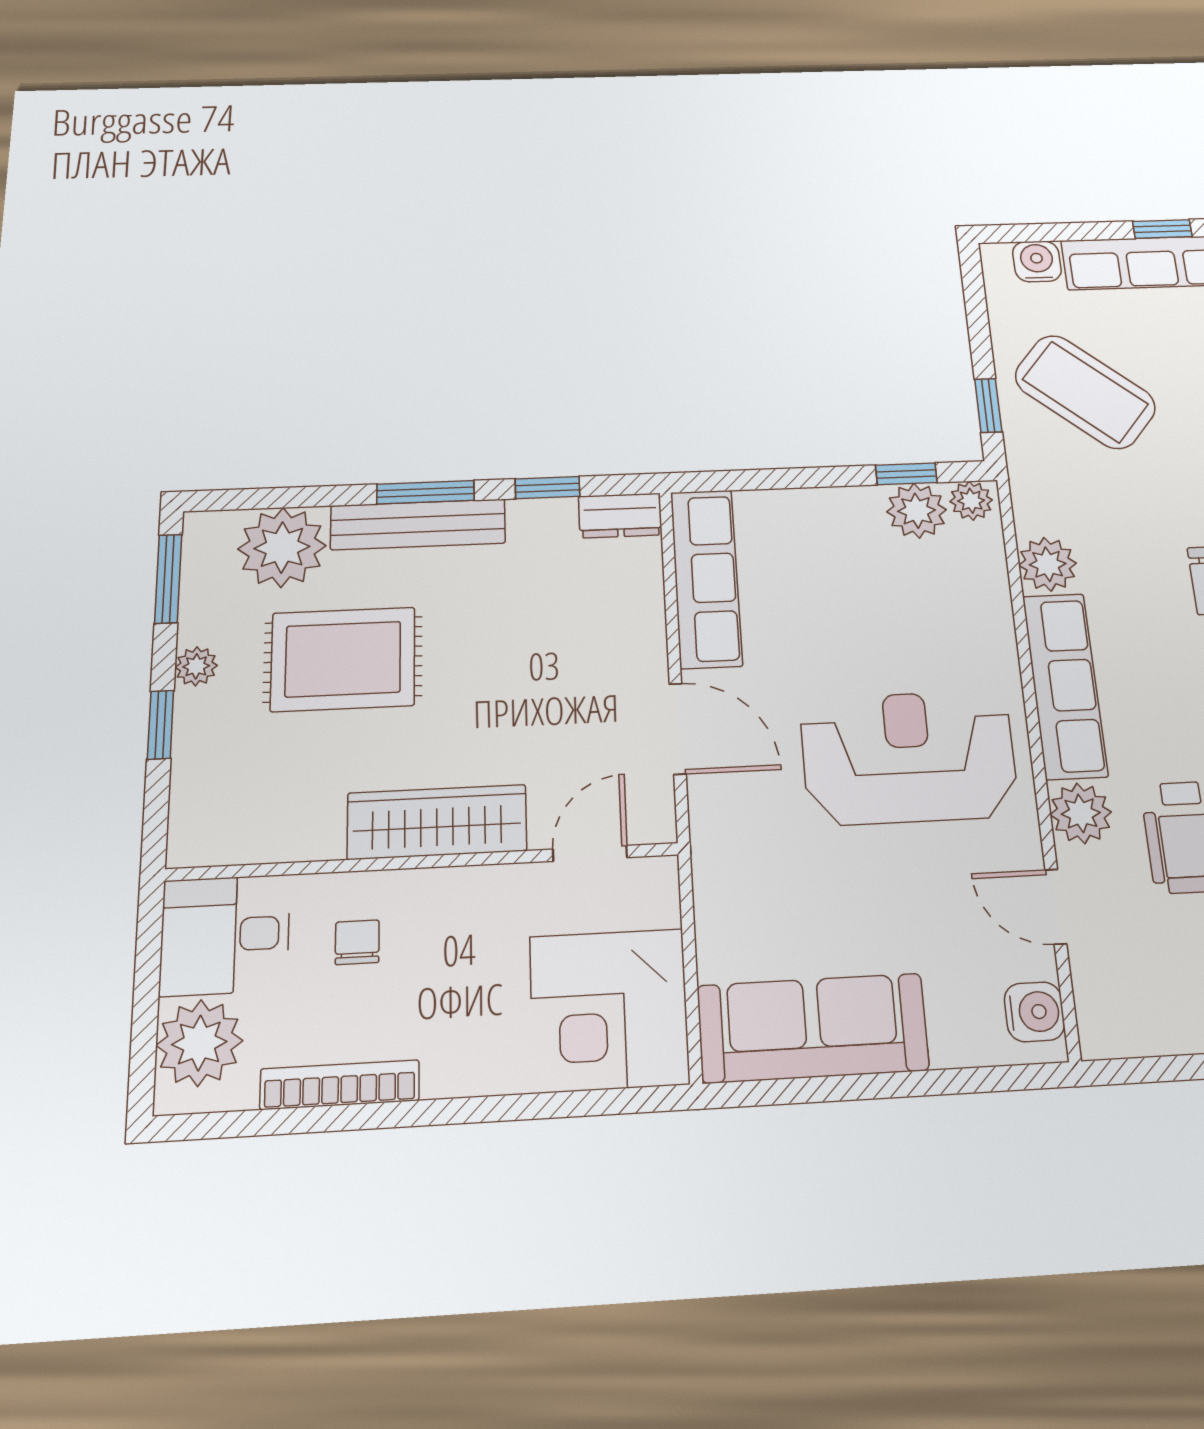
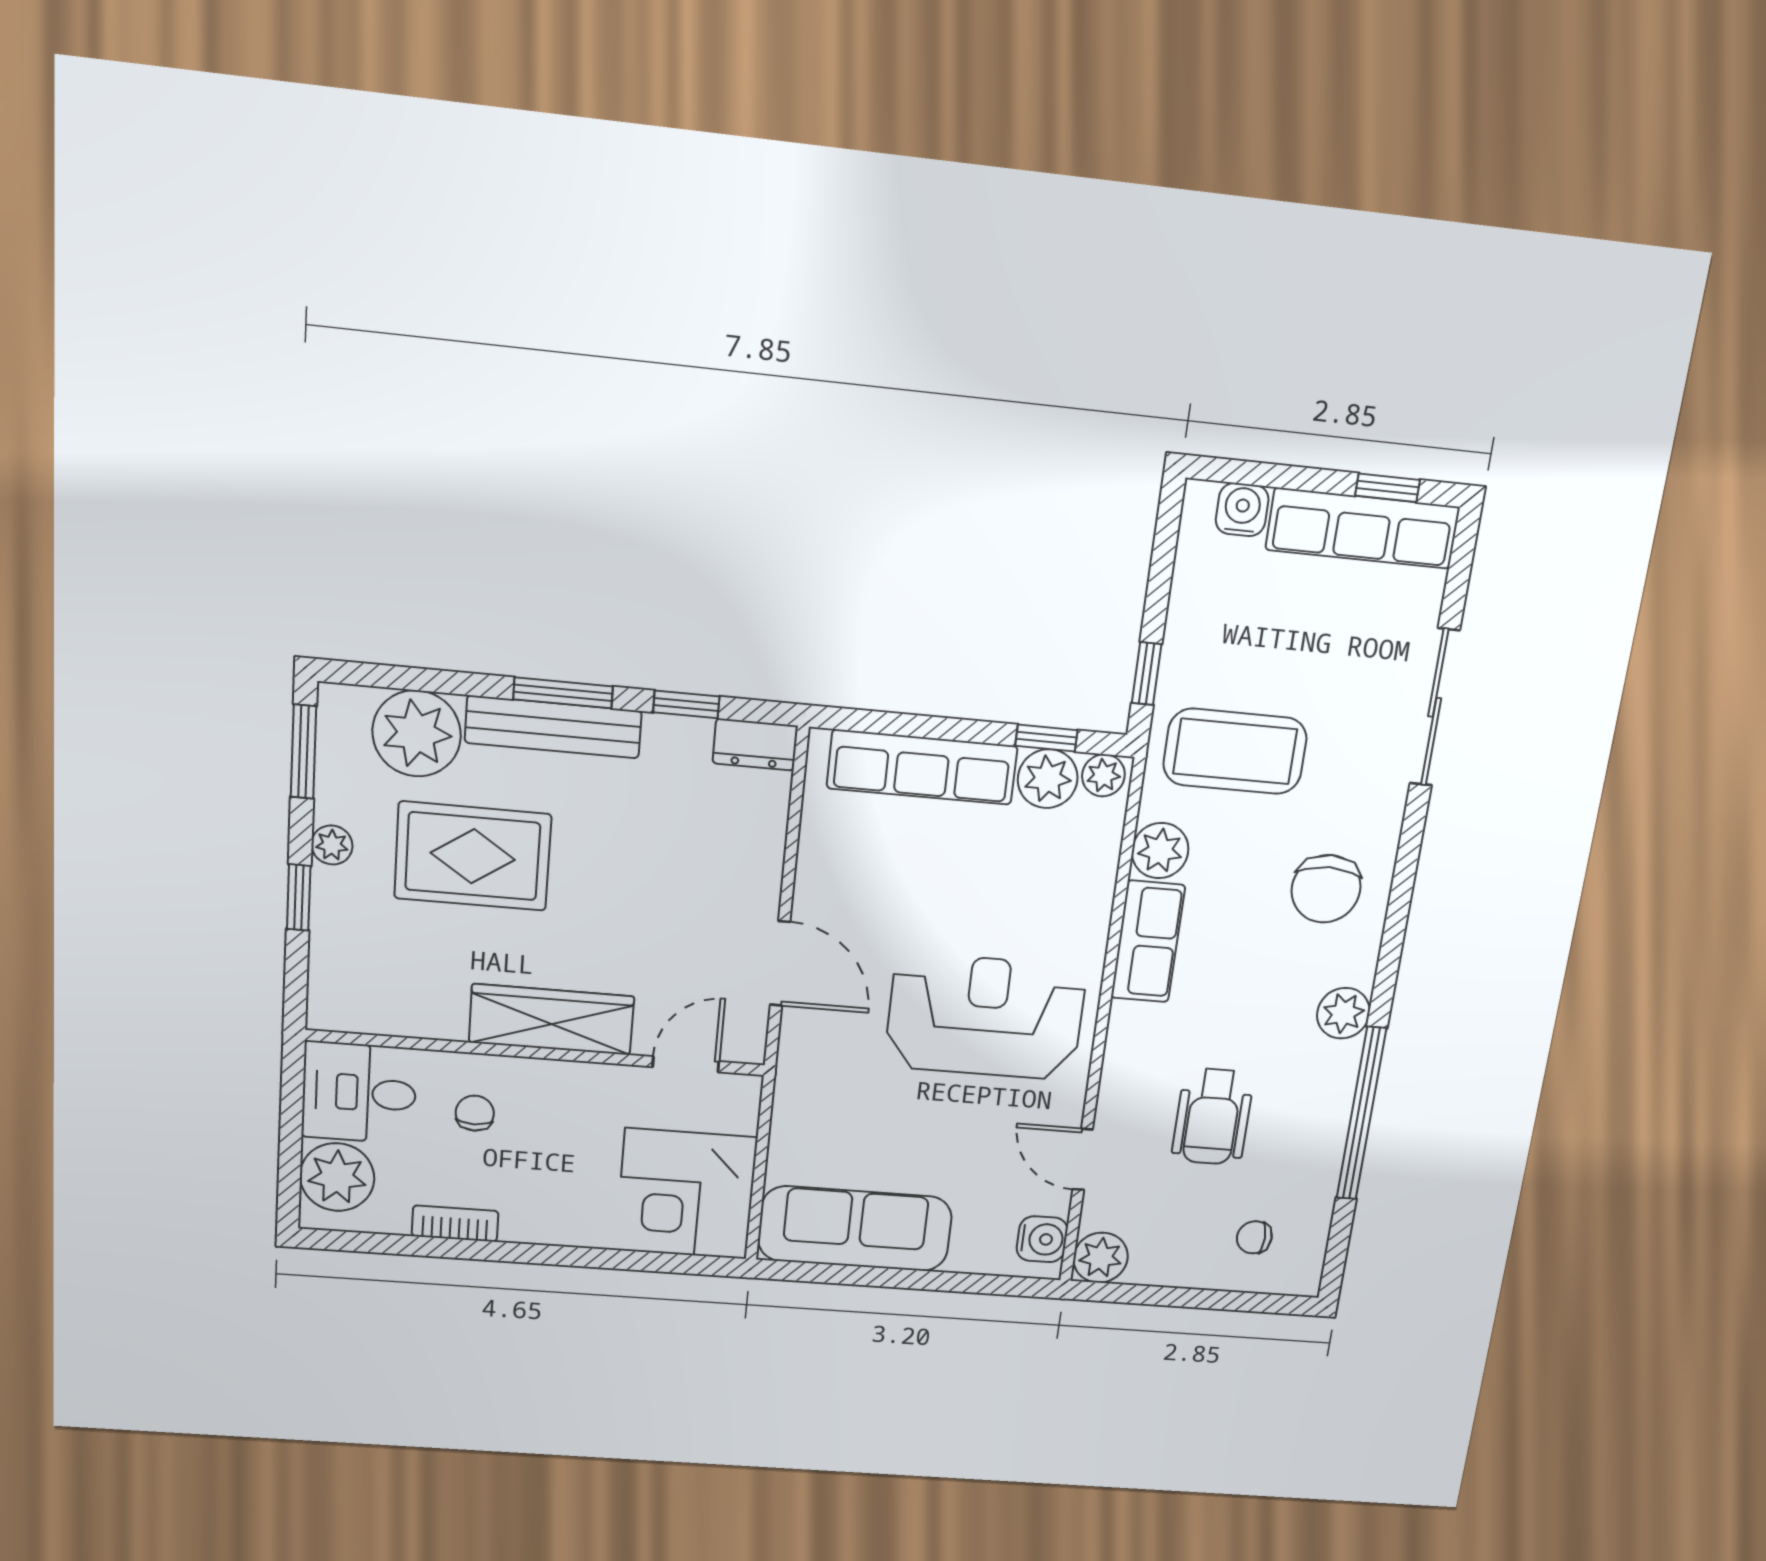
coffee table: (1085, 392) -> (1235, 751), moved, turned -40
row of seats: (706, 578) -> (922, 767), moved, turned 90
row of seats: (1065, 685) -> (1148, 942), width x0.68
plant: (1081, 813) -> (1101, 1258), moved
bookcase: (340, 1085) -> (455, 1224), width x0.64

